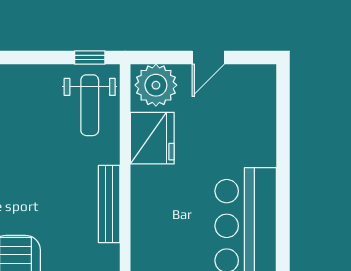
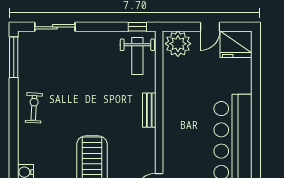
fridge: (152, 138) -> (236, 44), moved, turned 90
bench: (109, 204) -> (149, 110), width x0.73

